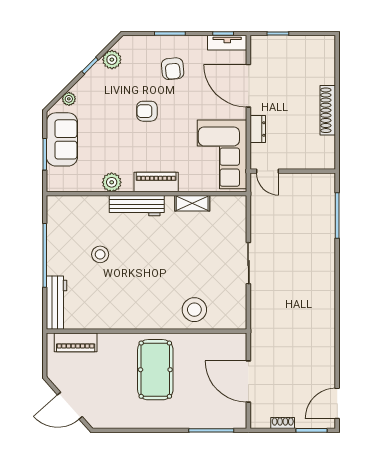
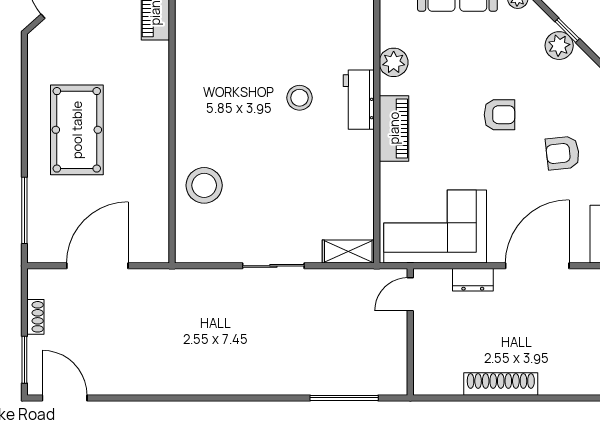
plant: (112, 60) -> (559, 46), moved
armchair: (147, 111) -> (499, 115), turned 90
shelving: (192, 203) -> (348, 252), moved, turned 90
workbench: (137, 206) -> (359, 100), width x0.73
stool: (100, 254) -> (299, 98), moved
pool table: (155, 370) -> (77, 130), moved, turned 90

